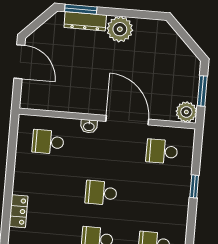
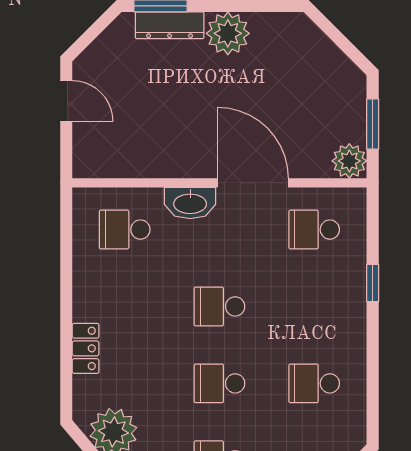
door: (19, 62) -> (66, 101), width x0.73
washbasin: (89, 126) -> (190, 203), width x1.91, depth x1.45

